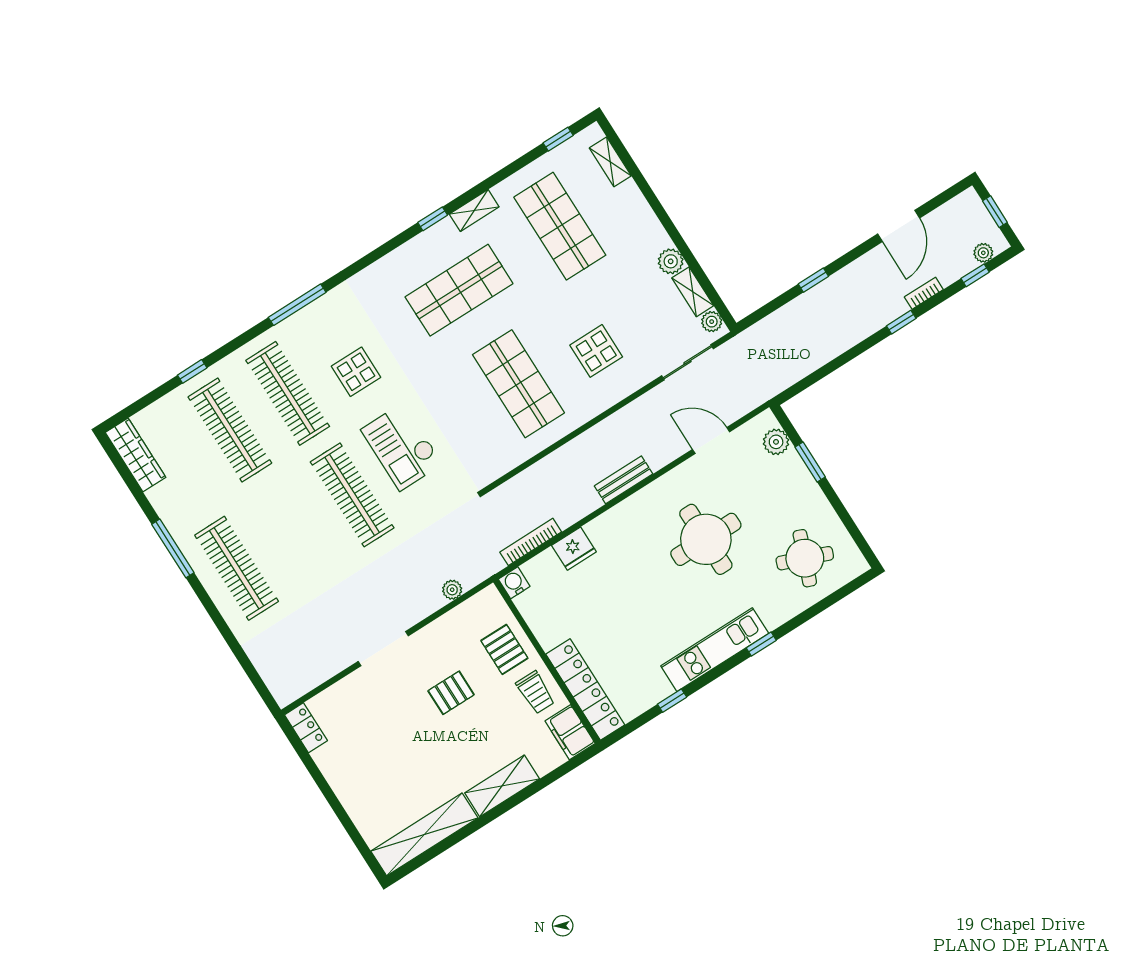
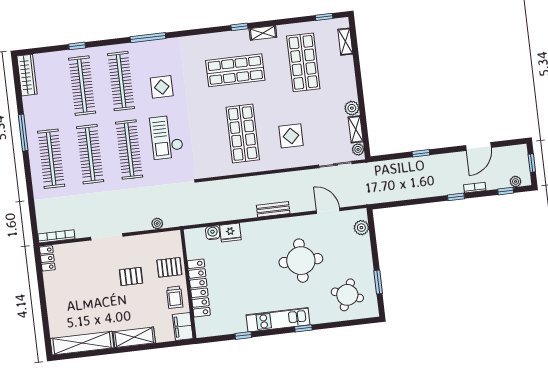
window: (810, 462) -> (378, 282), moved
clothes rail: (294, 532) -> (90, 154), added
bookcase: (531, 542) -> (56, 236), moved
water cooler: (514, 583) -> (213, 233), moved
pallet: (504, 649) -> (169, 267), turned 90
locker: (585, 689) -> (199, 288), moved

